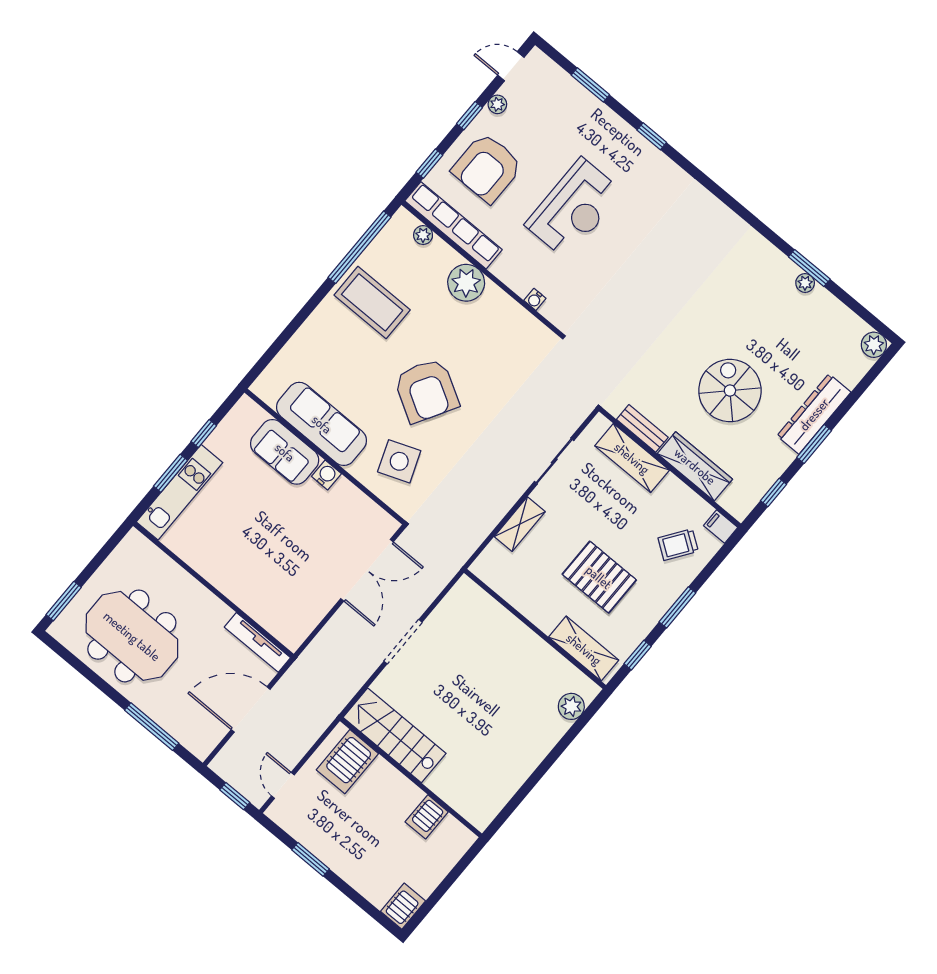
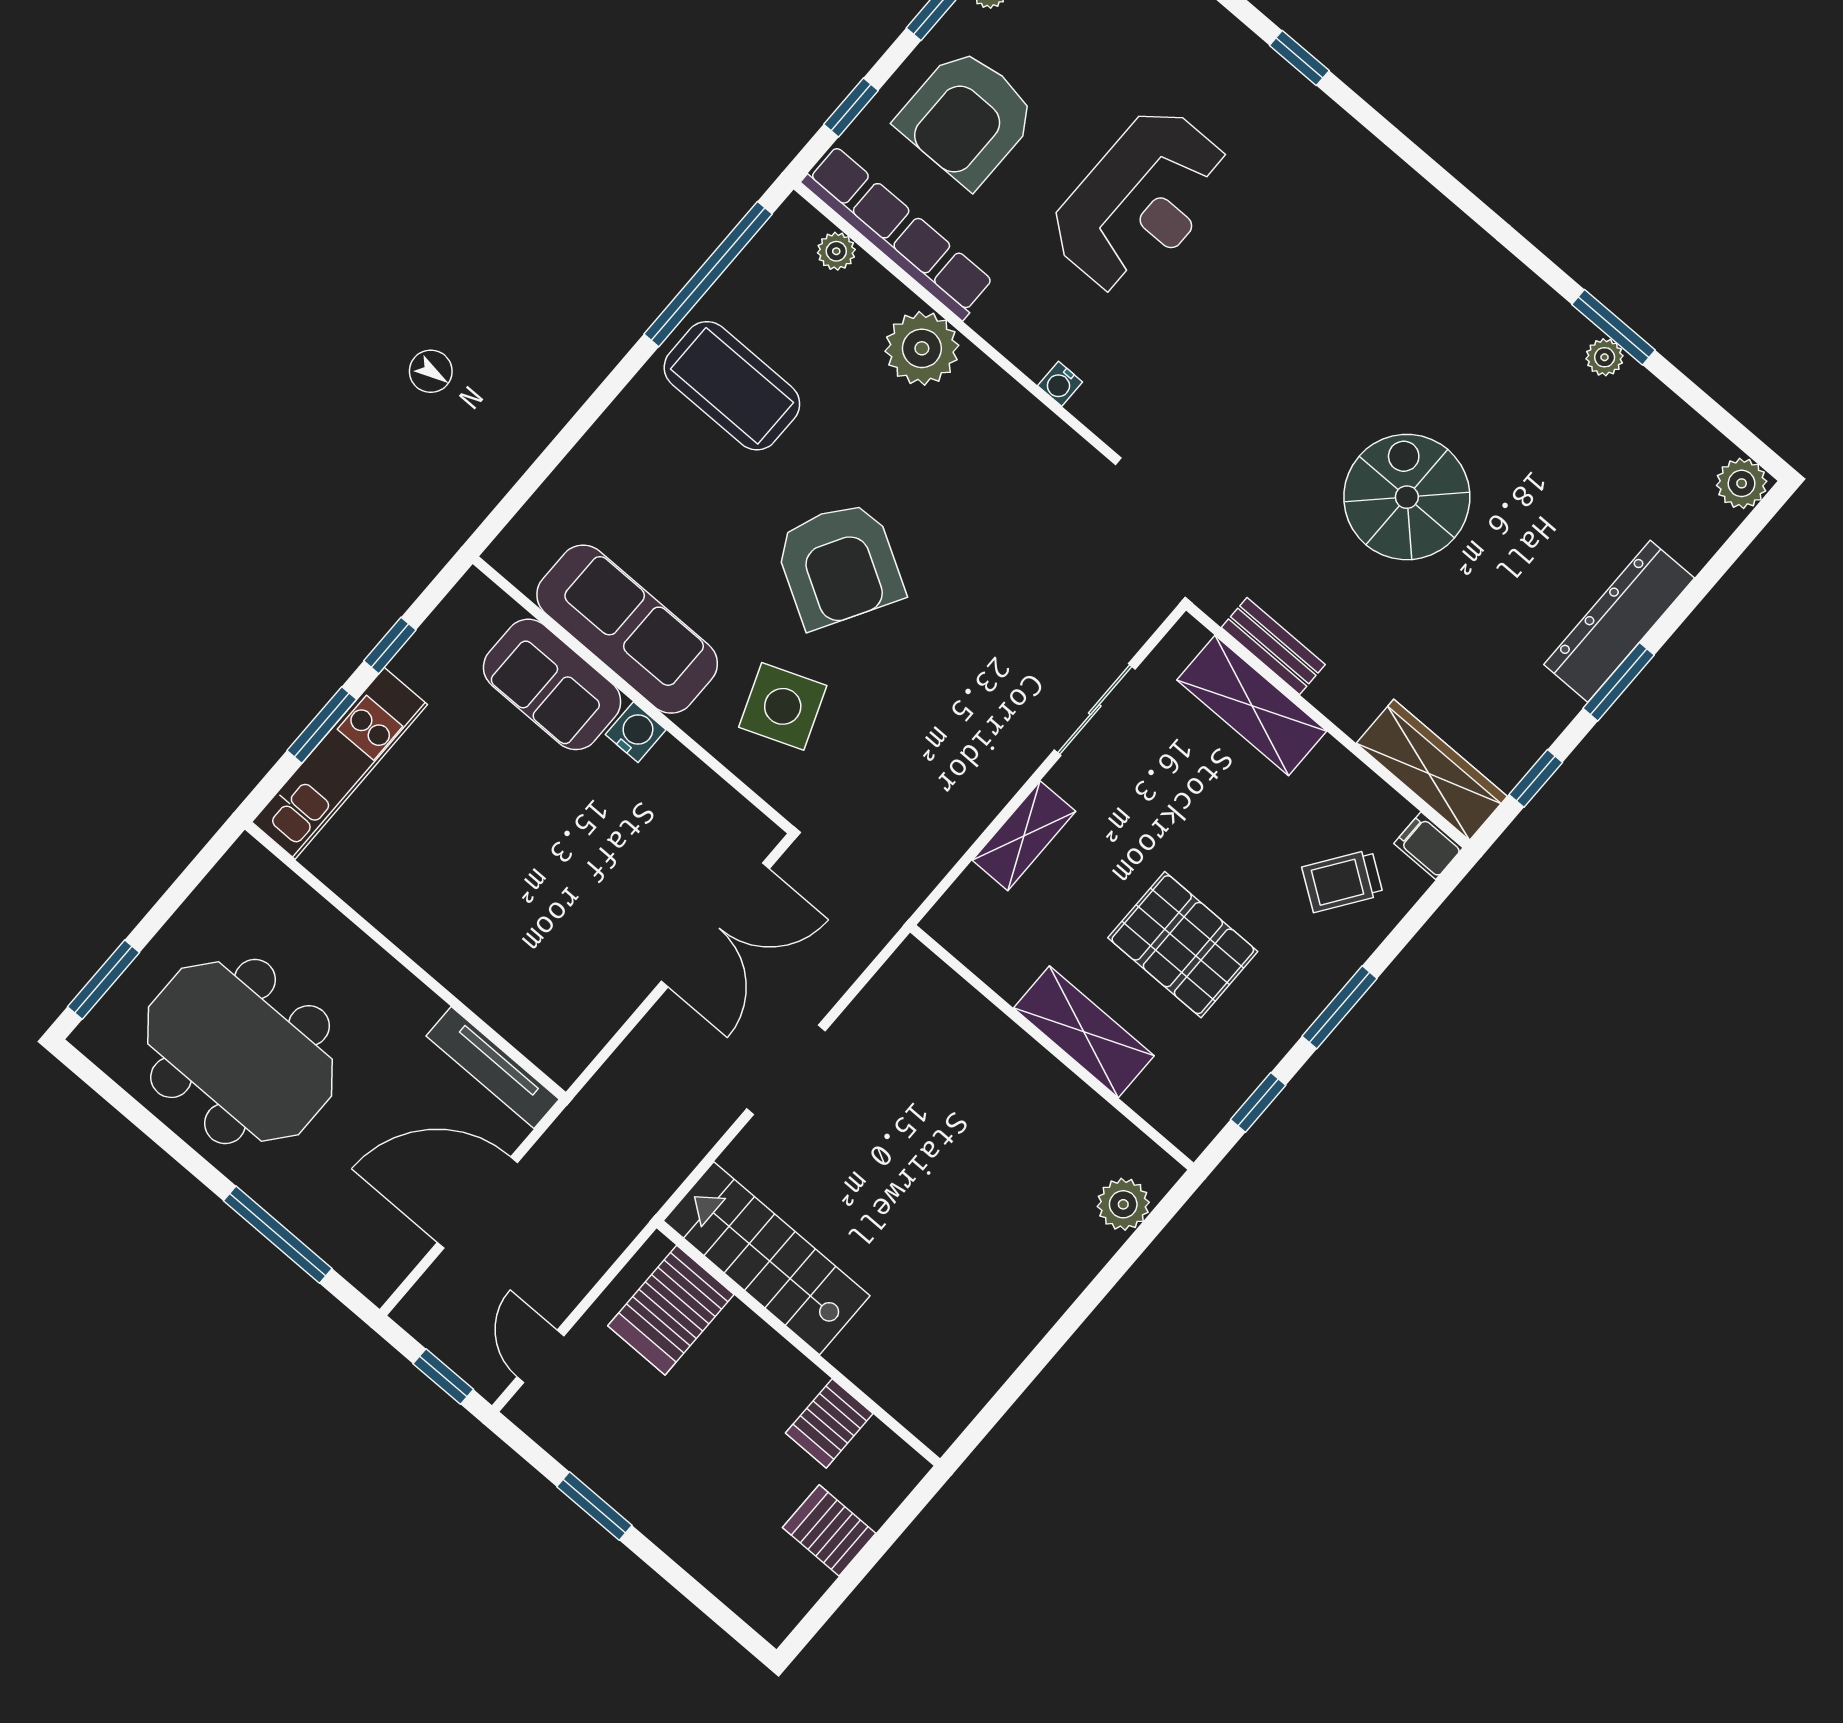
spiral stairs: (730, 391) -> (1407, 497), moved
wardrobe: (695, 466) -> (1432, 770), moved
shelving: (584, 649) -> (1084, 1032), moved
server rack: (403, 906) -> (829, 1530), moved, turned -90

